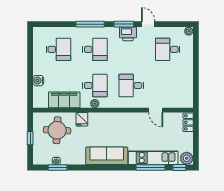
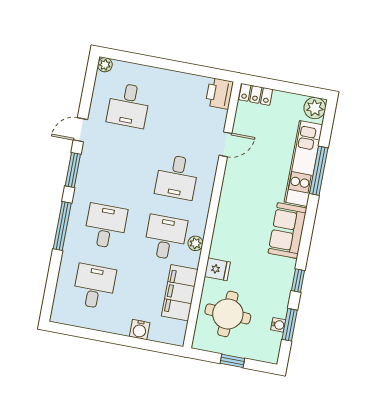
printer: (128, 34) -> (219, 93), moved, turned 180
sofa: (107, 156) -> (287, 231), width x0.73
window: (179, 167) -> (298, 280), moved

